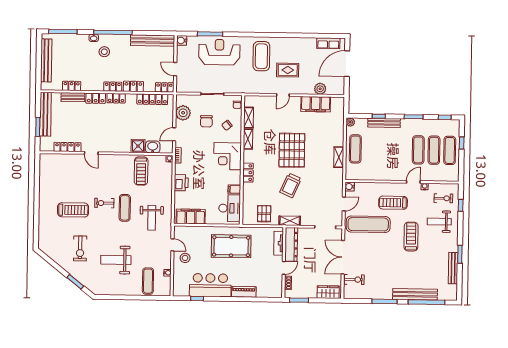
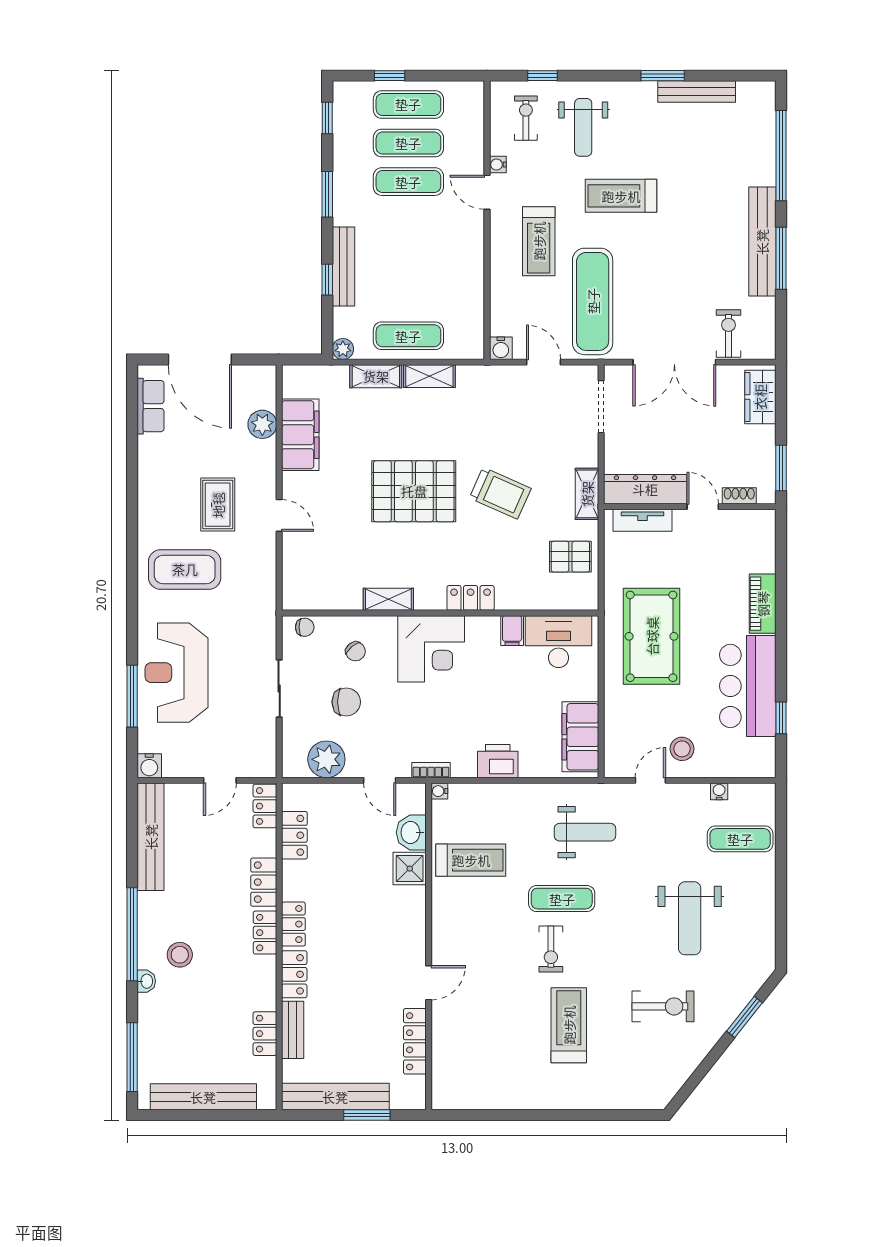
locker: (152, 99) -> (294, 835), width x0.66
shelving: (248, 118) -> (376, 376), moved
bench: (415, 294) -> (762, 242), moved

